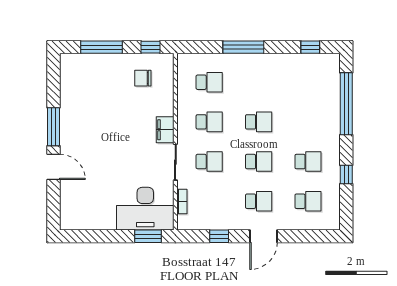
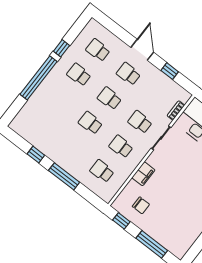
window: (310, 47) -> (36, 155), moved
window: (346, 104) -> (38, 78), moved
filing cabinet: (165, 130) -> (143, 174), moved
door: (263, 236) -> (142, 50), hinge flipped

